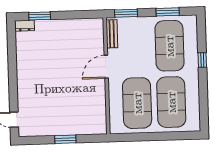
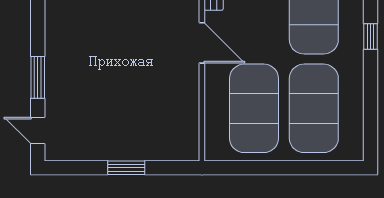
door: (106, 67) -> (202, 43), swing flipped
window: (13, 89) -> (38, 77), added

